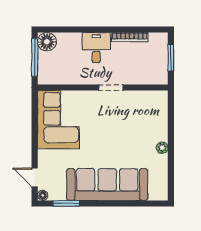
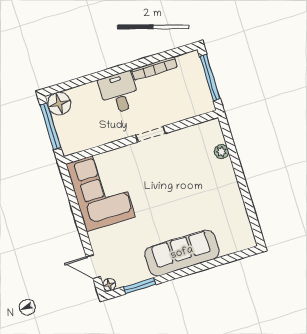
window: (171, 58) -> (210, 78), width x1.44
plant: (162, 148) -> (221, 152), moved
sofa: (107, 185) -> (182, 253), width x0.74, depth x0.79

